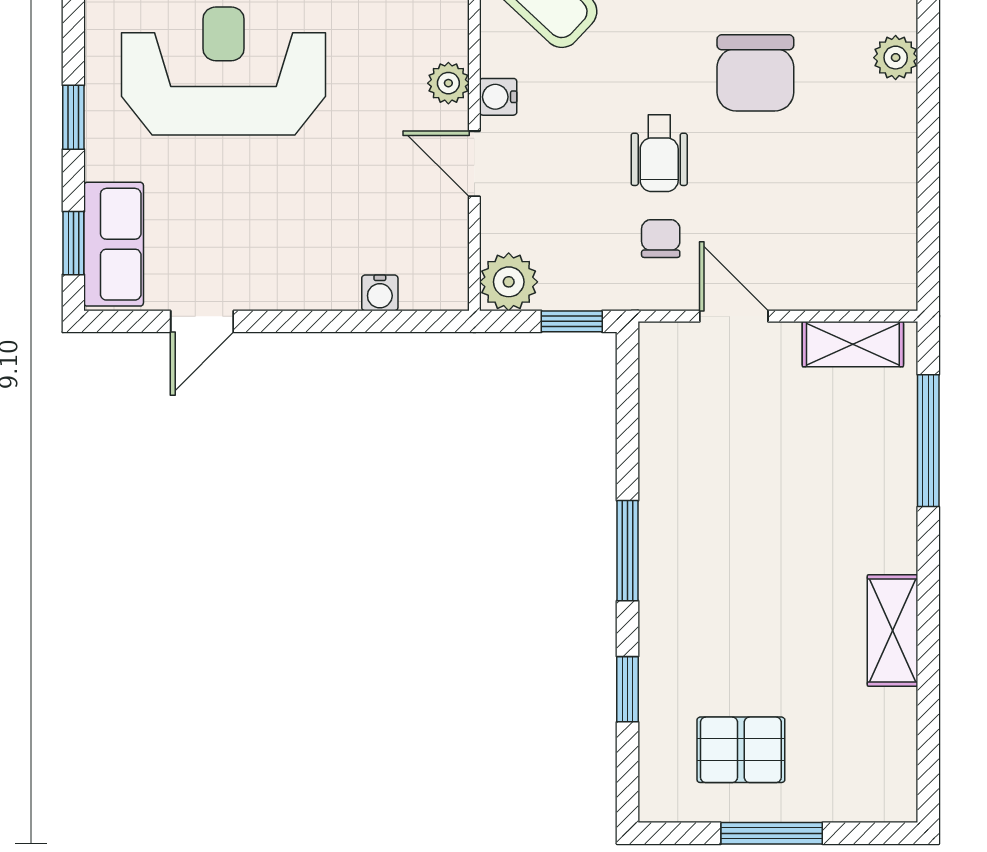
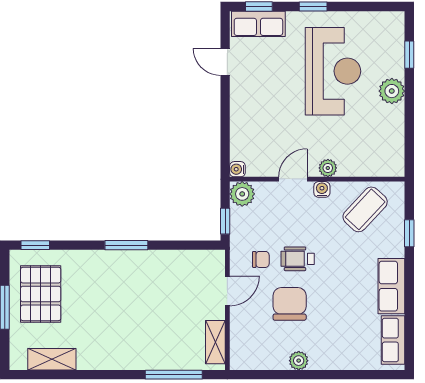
plant: (896, 58) -> (299, 361), moved
chair: (755, 73) -> (290, 304), moved, turned 90
water cooler: (380, 293) -> (237, 169), moved
shelving: (893, 630) -> (52, 359), moved
window: (627, 689) -> (35, 245), moved
pallet: (741, 750) -> (41, 294), width x1.50, depth x1.42

